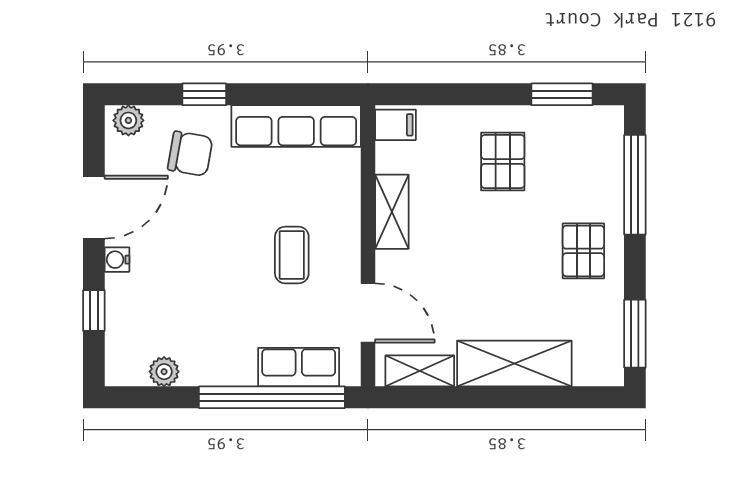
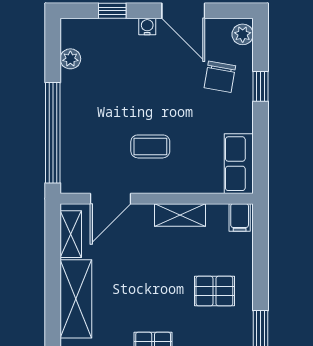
row of seats: (296, 126) -> (239, 164), width x0.68
row of seats: (299, 367) -> (73, 151), removed

